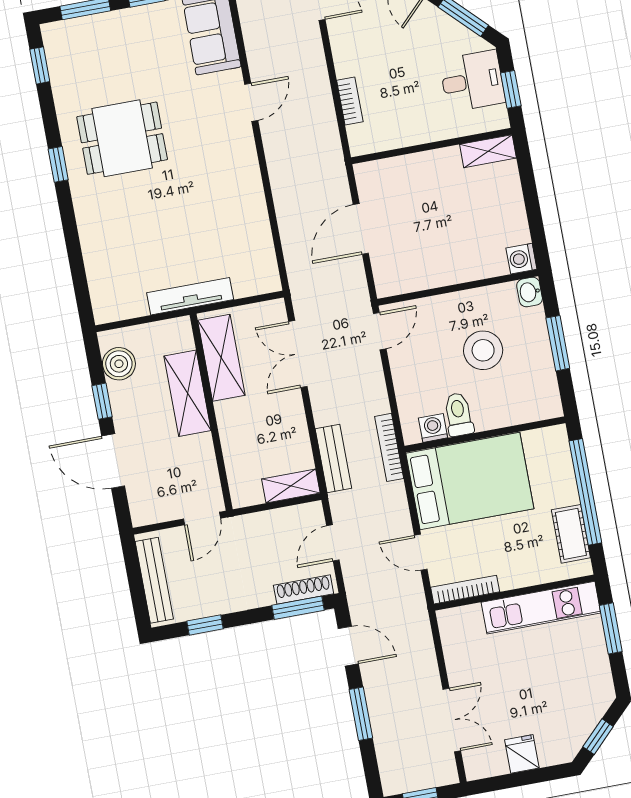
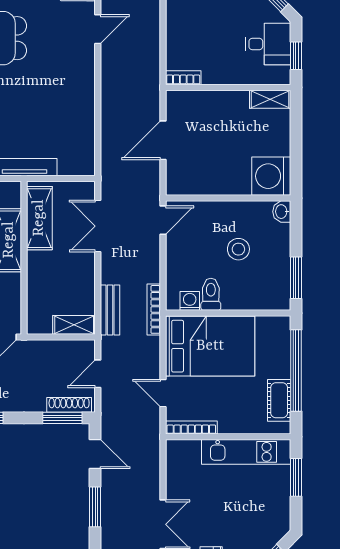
bookcase: (350, 101) -> (183, 78), moved, turned -90
washing machine: (521, 259) -> (271, 176), width x1.89, depth x1.89
window: (558, 343) -> (296, 278), moved
stool: (483, 350) -> (238, 249), width x0.73, depth x0.73

